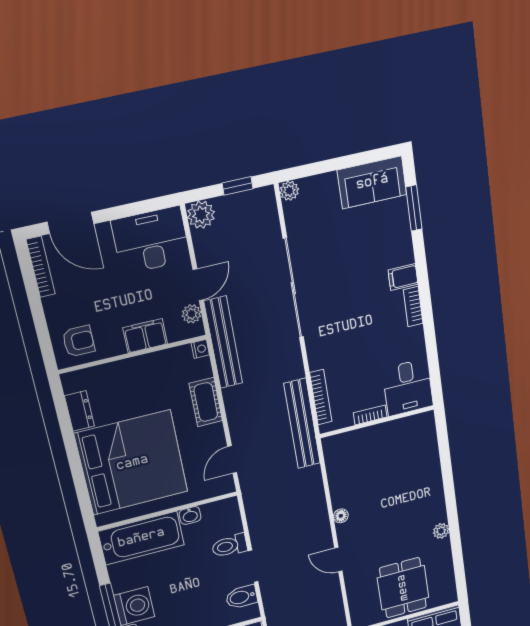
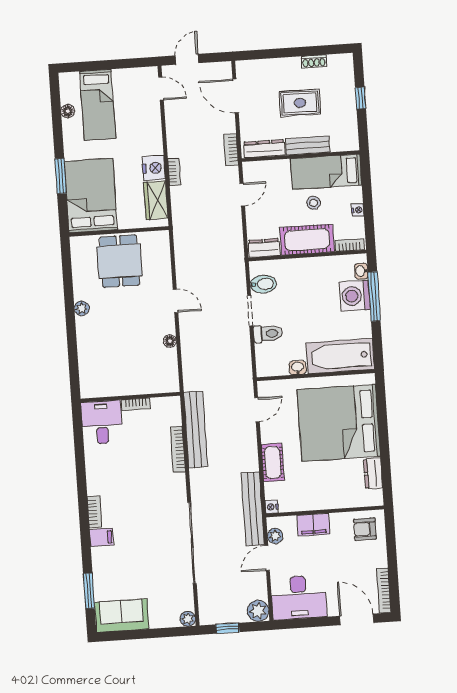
desk: (408, 387) -> (102, 422), moved
bookcase: (370, 415) -> (136, 404), moved
wall: (377, 422) -> (130, 397), moved

